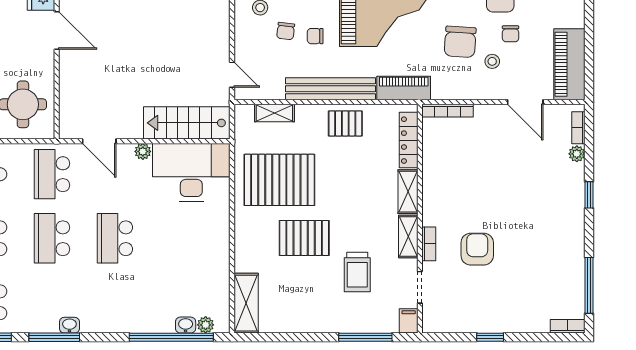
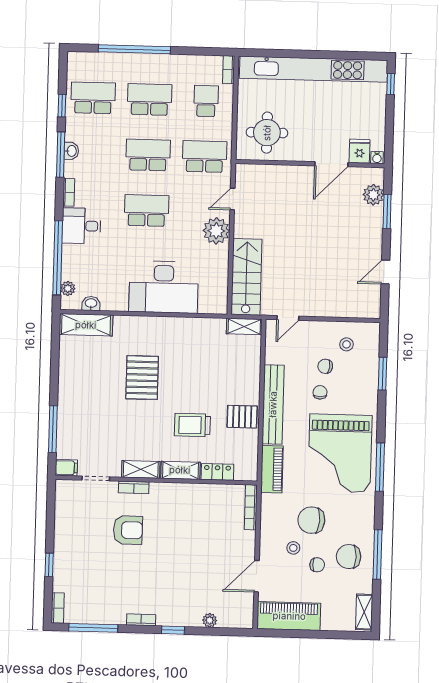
chair: (511, 34) -> (317, 565), turned 180
shelving: (274, 113) -> (244, 326), moved, turned 90
pallet: (345, 123) -> (242, 417), turned 90
bookcase: (578, 128) -> (141, 620), moved
locker: (409, 140) -> (217, 472), width x0.66
door: (99, 141) -> (232, 199), width x0.73
plant: (143, 151) -> (216, 231), width x1.87, depth x1.87
desk: (191, 172) -> (164, 287), moved, turned 90
pallet: (279, 180) -> (194, 357), removed
trolley: (357, 272) -> (192, 425), moved
desk: (134, 311) -> (81, 226), added
washbasin: (69, 325) -> (71, 151), moved
washbasin: (186, 325) -> (91, 303), moved, turned -90
bookcase: (97, 327) -> (69, 192), added
window: (490, 337) -> (49, 565), moved

